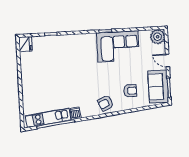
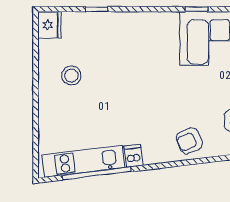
stool: (39, 71) -> (71, 76), added

